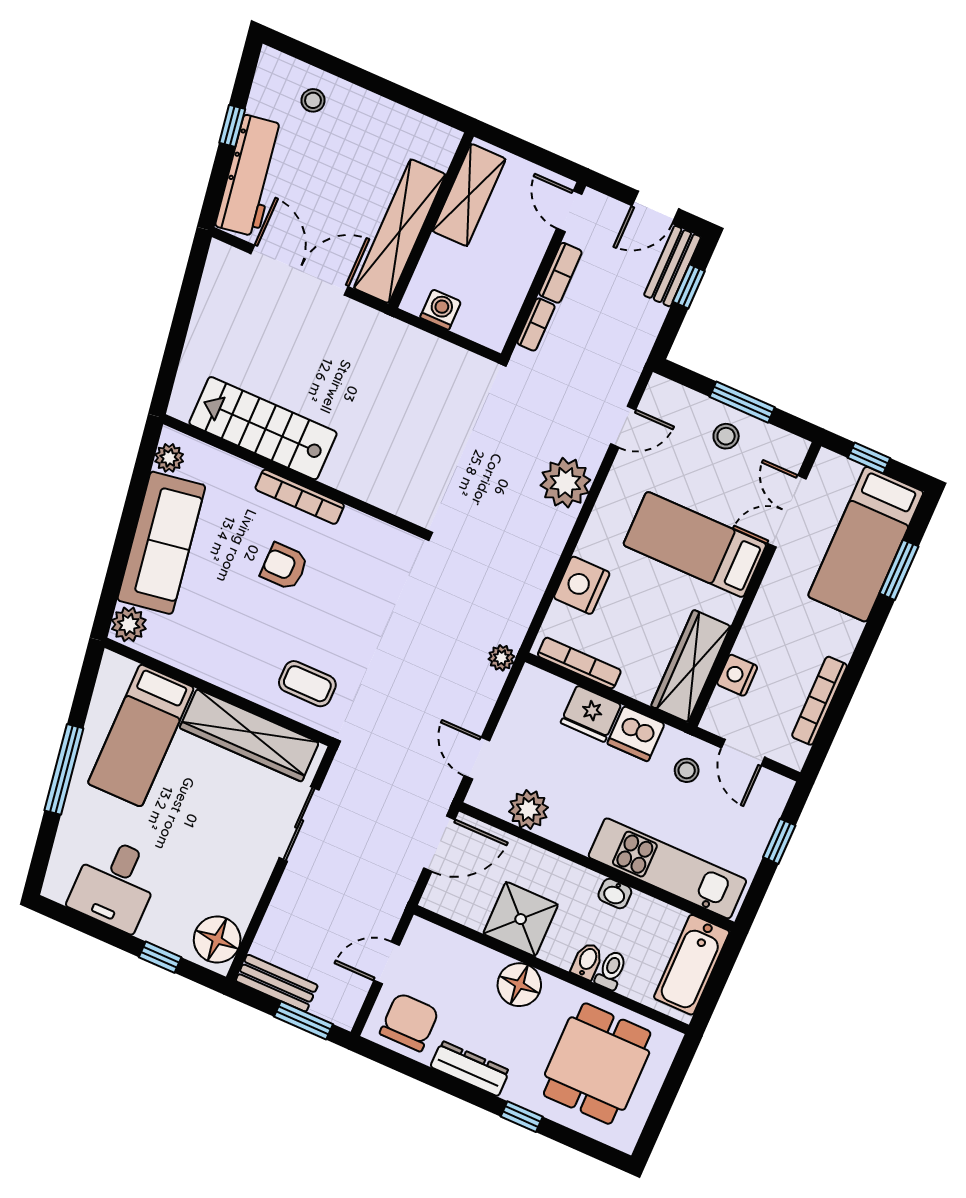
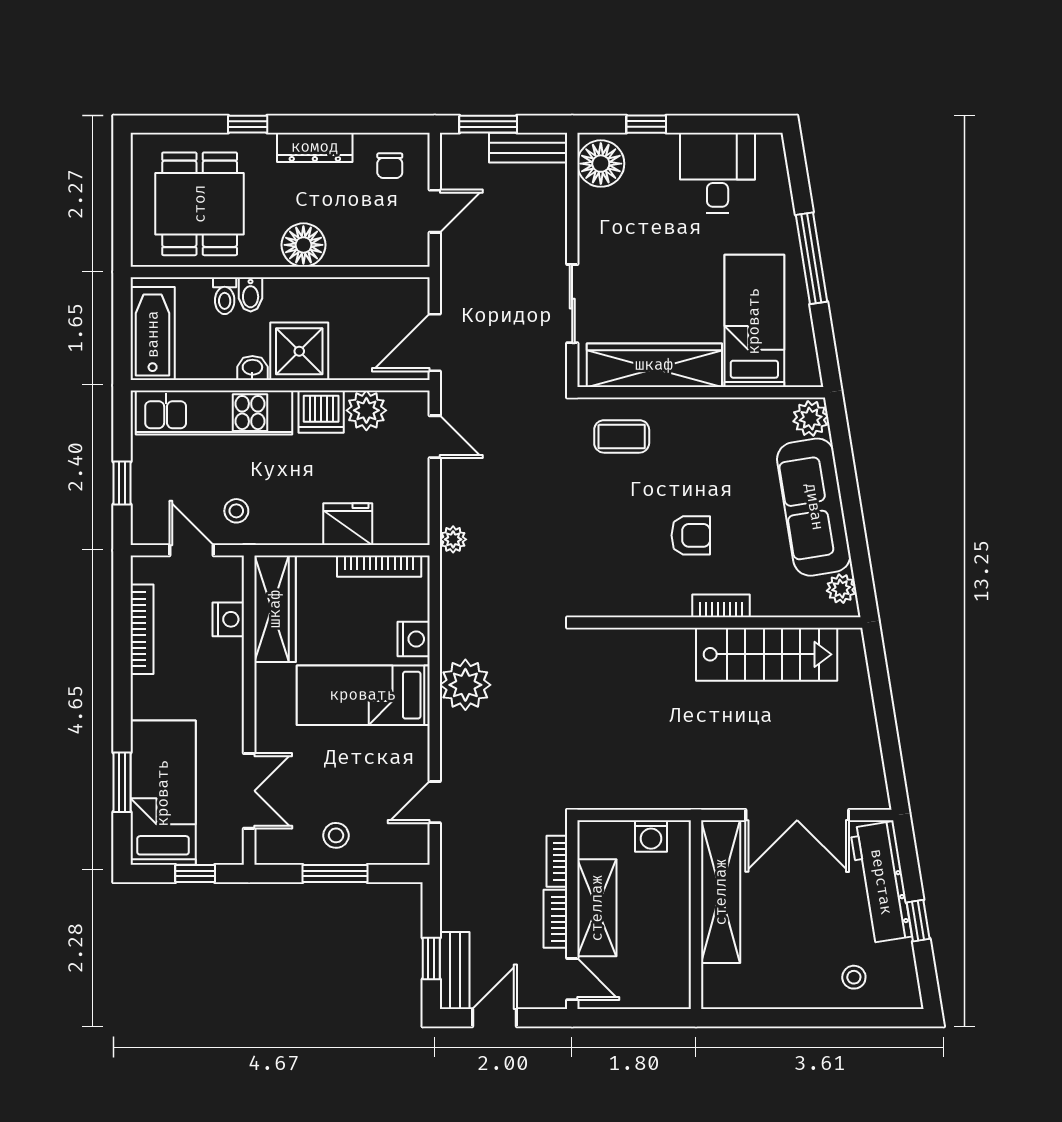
shelving: (469, 195) -> (597, 908), moved
plant: (565, 483) -> (465, 685), moved
bookcase: (300, 497) -> (721, 606), width x0.64
bed: (695, 545) -> (363, 695), moved, turned 180
nightstand: (582, 585) -> (414, 639), width x0.74, depth x0.75
dishwasher: (636, 734) -> (321, 412), moved, turned 180
shower: (521, 919) -> (299, 351), moved
chair: (409, 1022) -> (390, 166), width x0.54, depth x0.54

